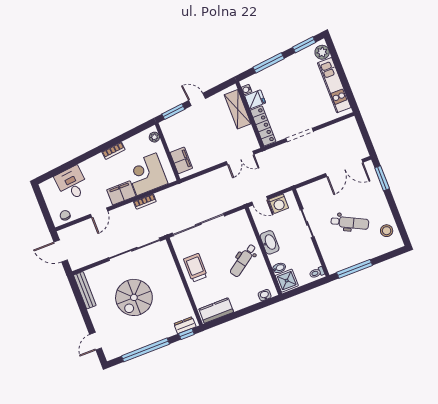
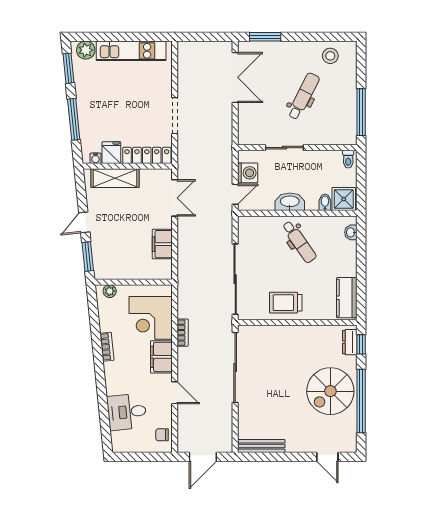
filing cabinet: (181, 160) -> (162, 244), moved, turned -90
spiral stairs: (134, 297) -> (330, 391), moved, turned 90

